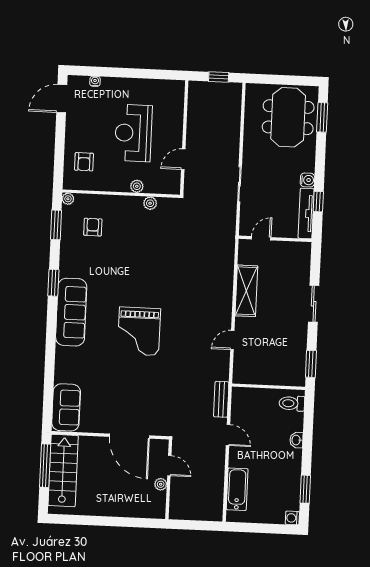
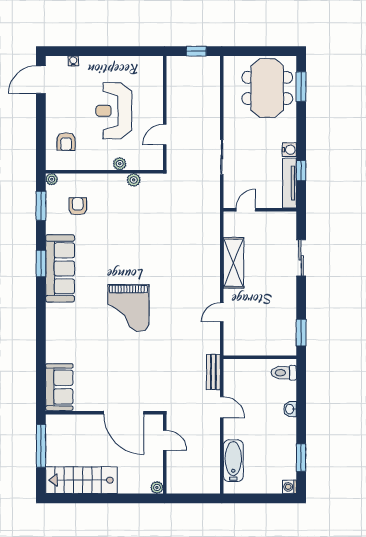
sliding door: (314, 304) -> (301, 258), moved
sofa: (71, 312) -> (60, 268), moved
stairs: (63, 471) -> (81, 480), moved, turned -90
plant: (161, 484) -> (157, 487), moved

